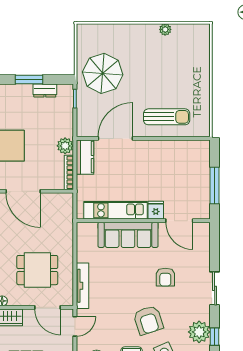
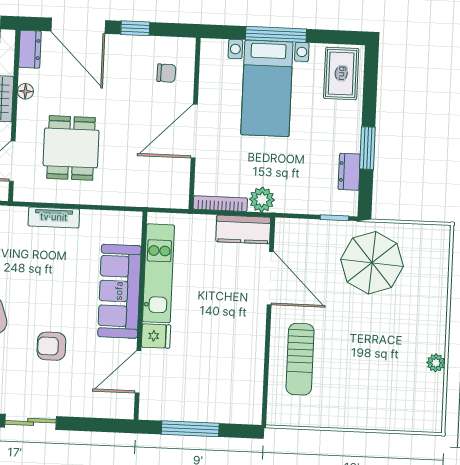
tv unit: (82, 286) -> (54, 217), width x0.71

